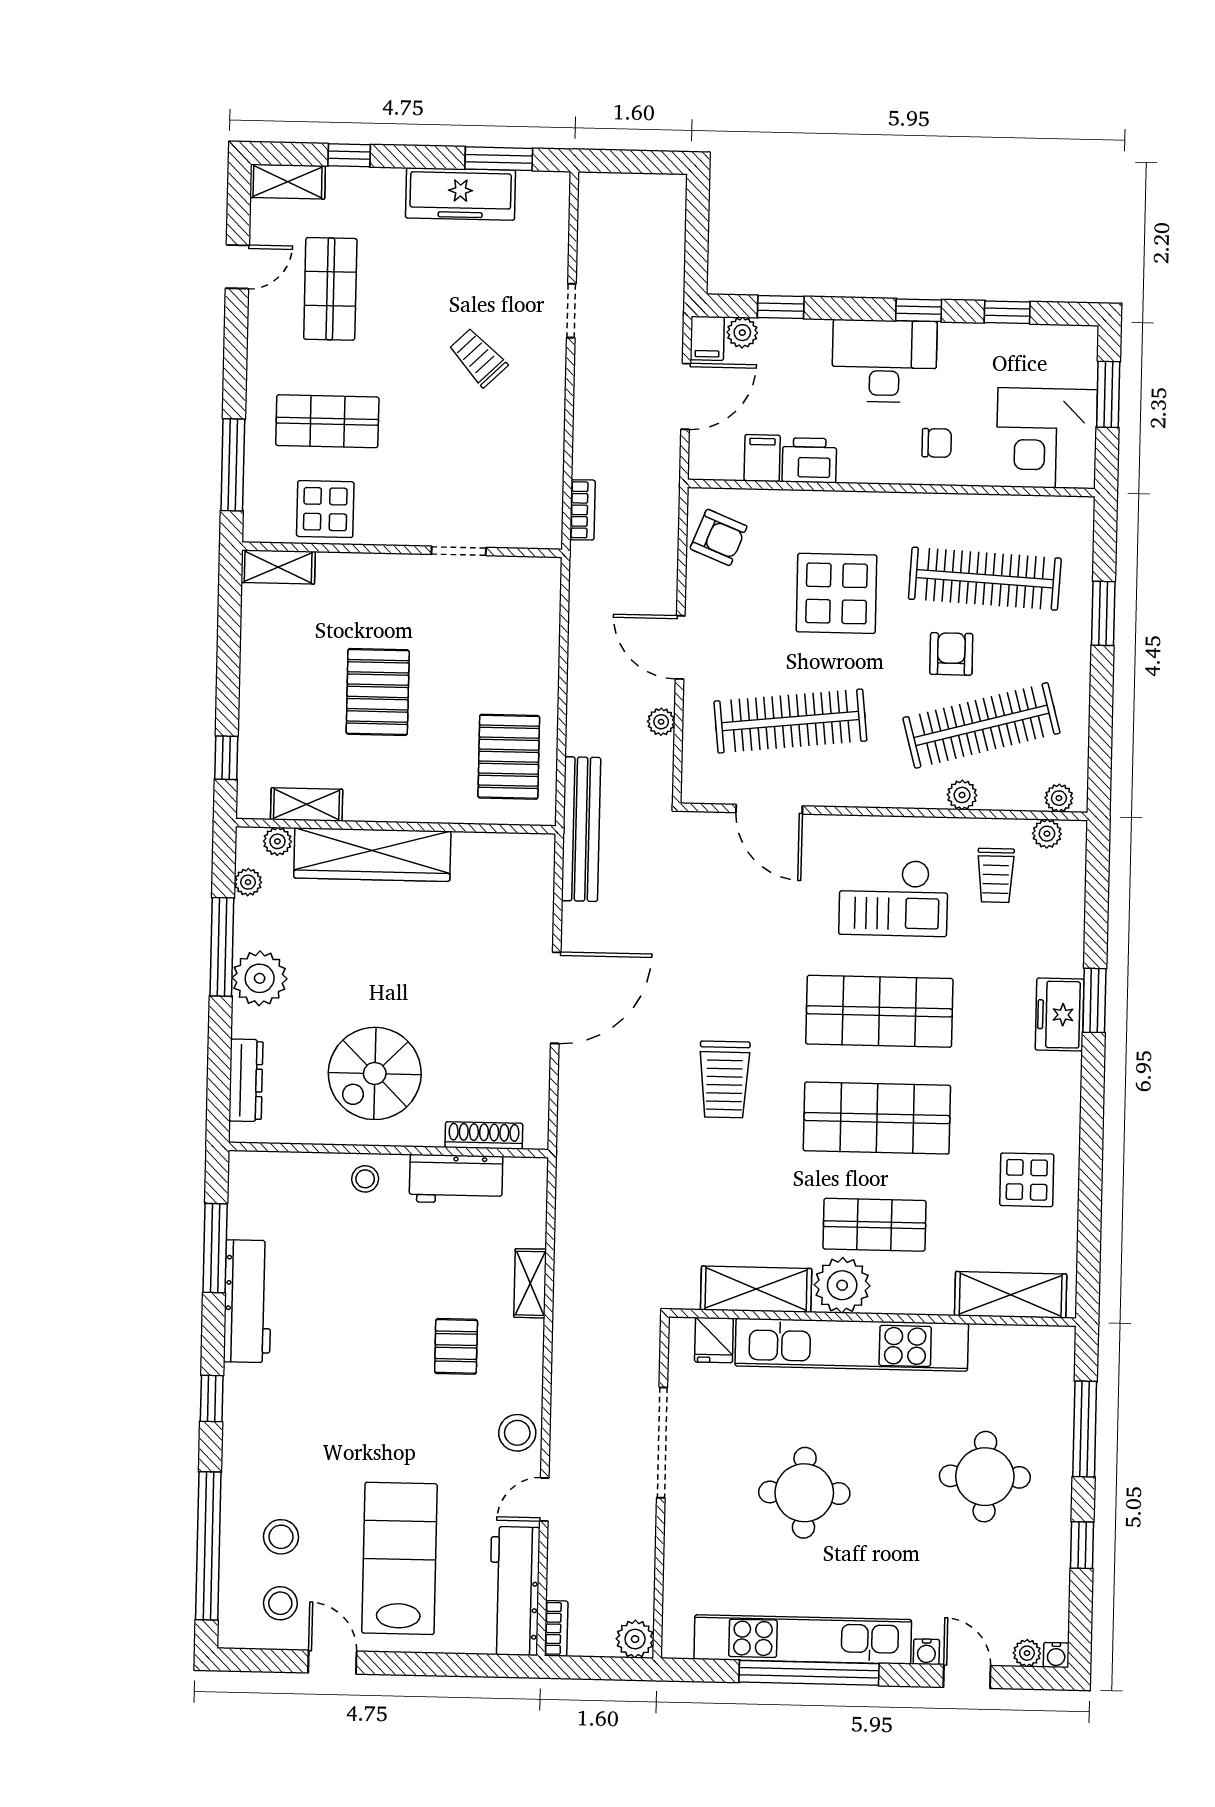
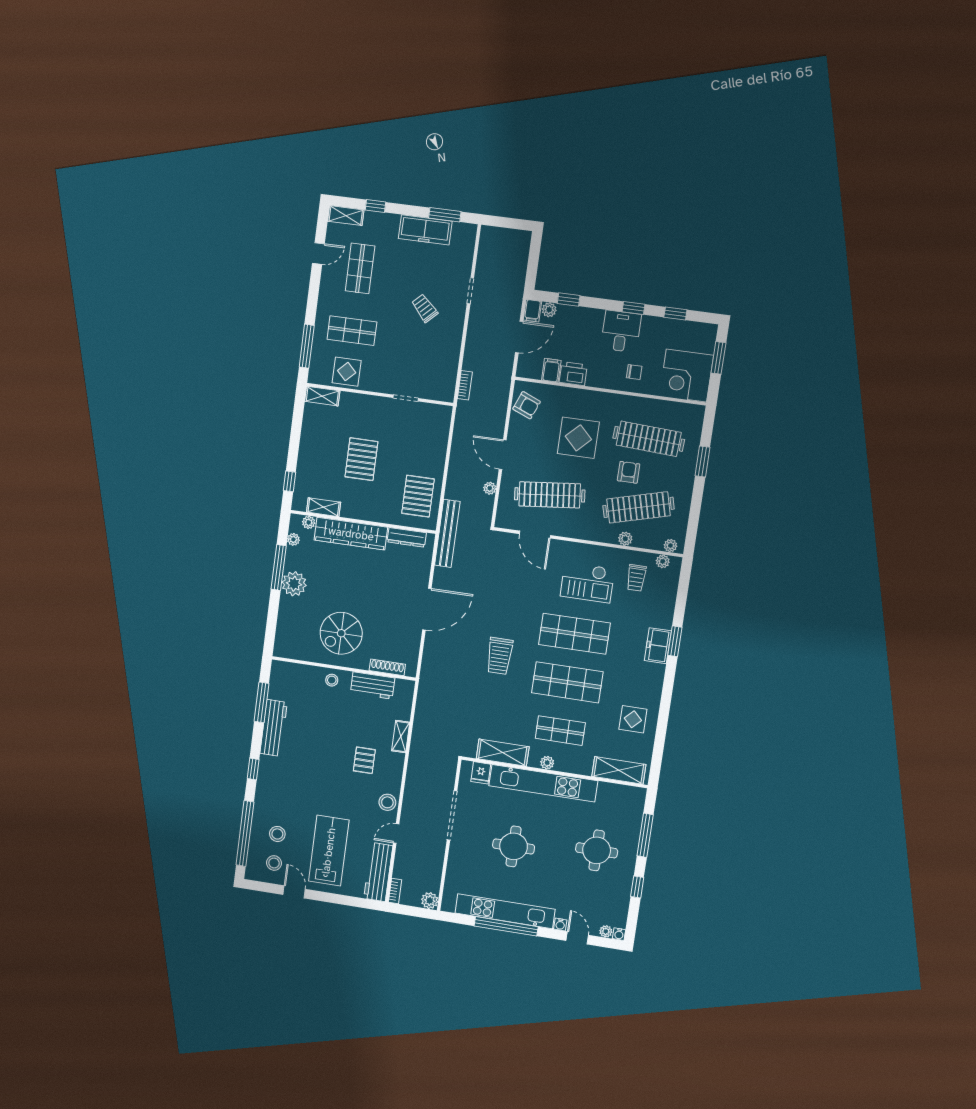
desk: (884, 361) -> (621, 331), width x0.73
dresser: (246, 1080) -> (407, 537), moved, turned 90
plant: (842, 1285) -> (547, 763), width x0.53, depth x0.53

